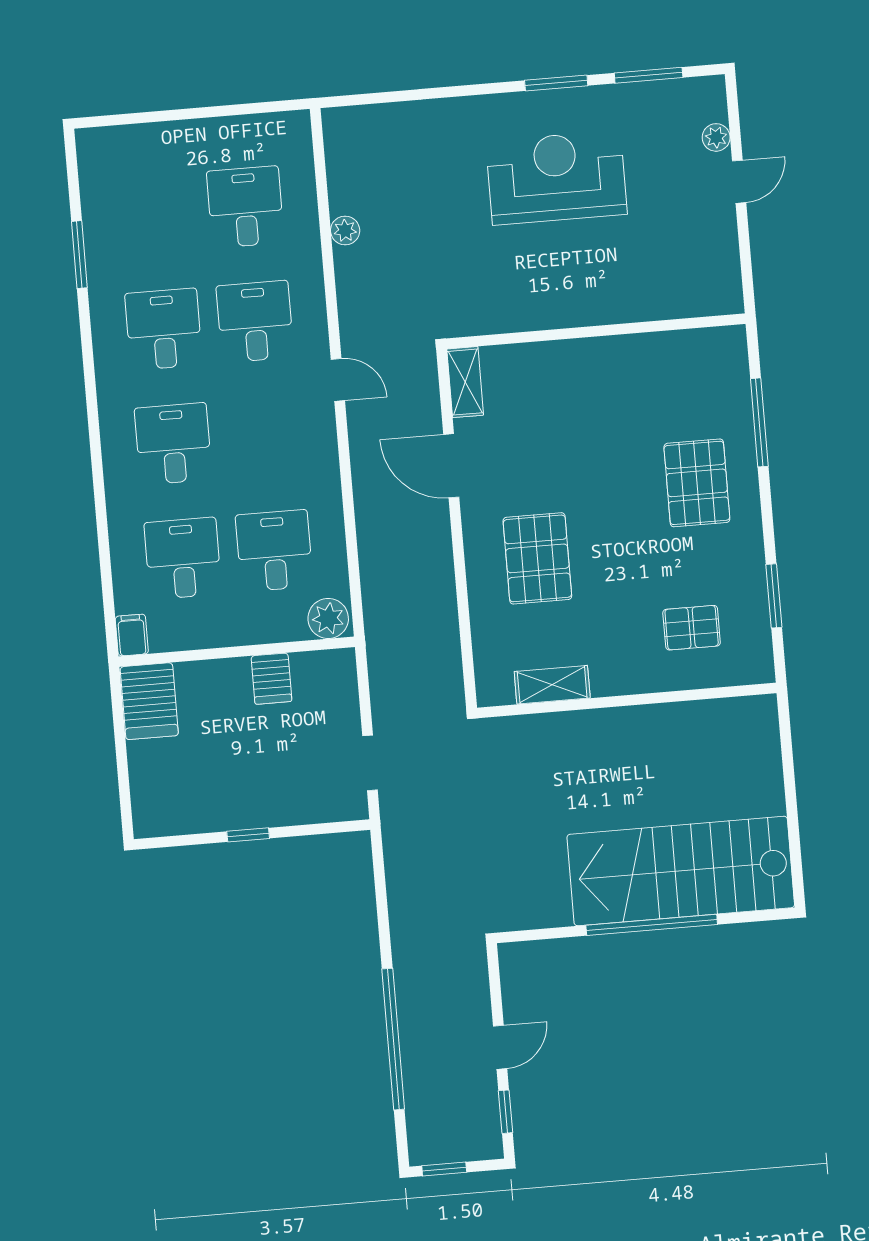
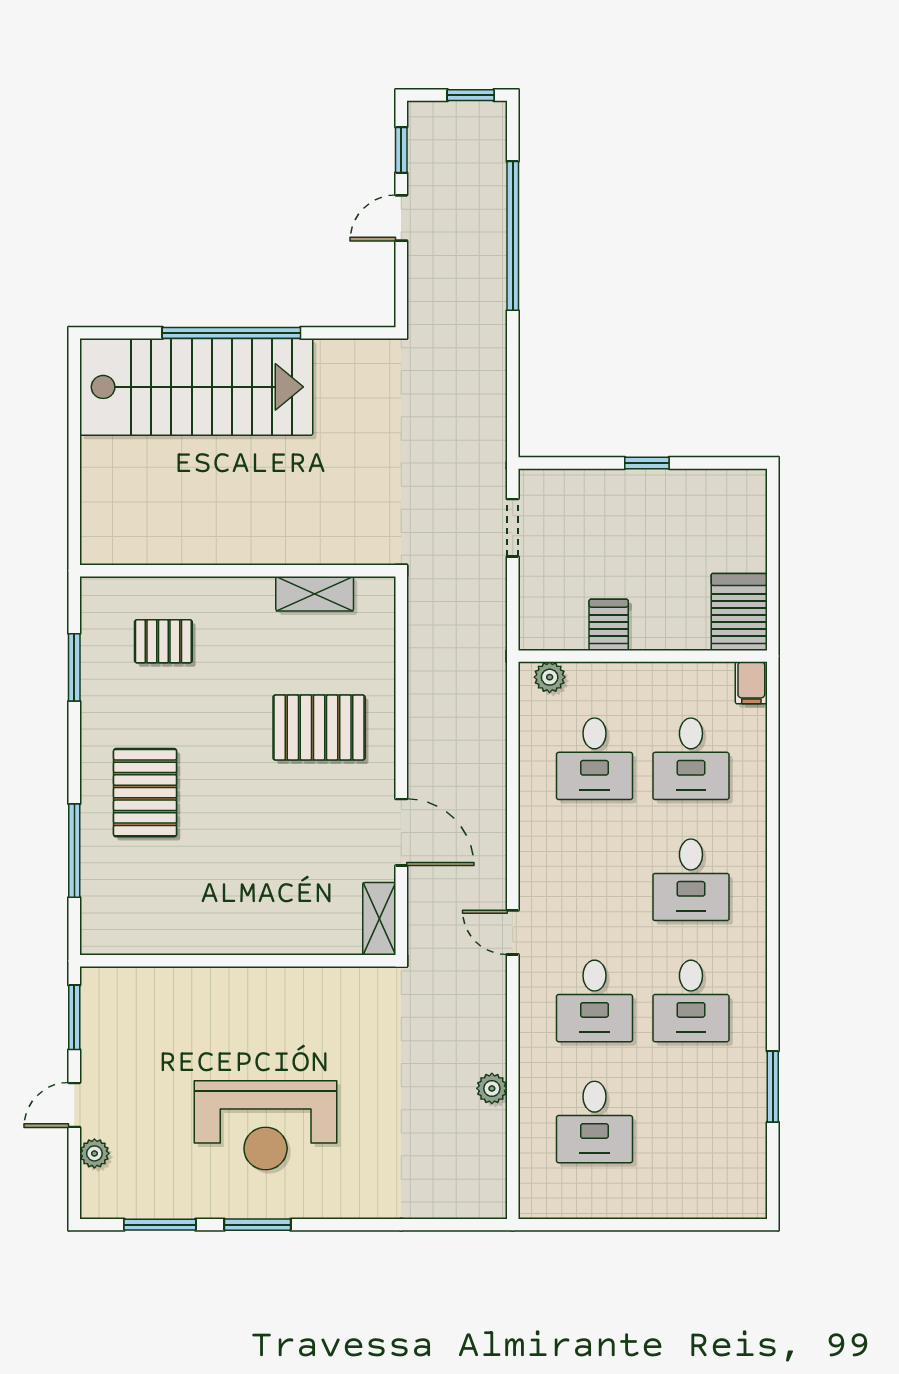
window: (746, 265) -> (74, 1017), added
pallet: (537, 558) -> (319, 728), turned 90
plant: (328, 618) -> (550, 677), width x0.73, depth x0.73

